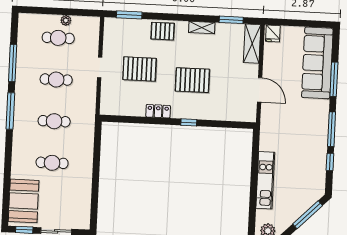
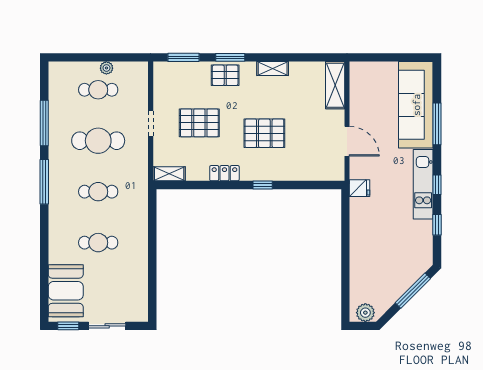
window: (231, 20) -> (230, 57), moved
fridge: (273, 33) -> (360, 188), moved, turned -90
cafe table: (56, 80) -> (98, 141), width x1.37, depth x1.35
shelving: (113, 109) -> (169, 174), added
window: (332, 129) -> (437, 185), width x0.46
kitchen unit: (265, 180) -> (423, 184), moved, turned 180

